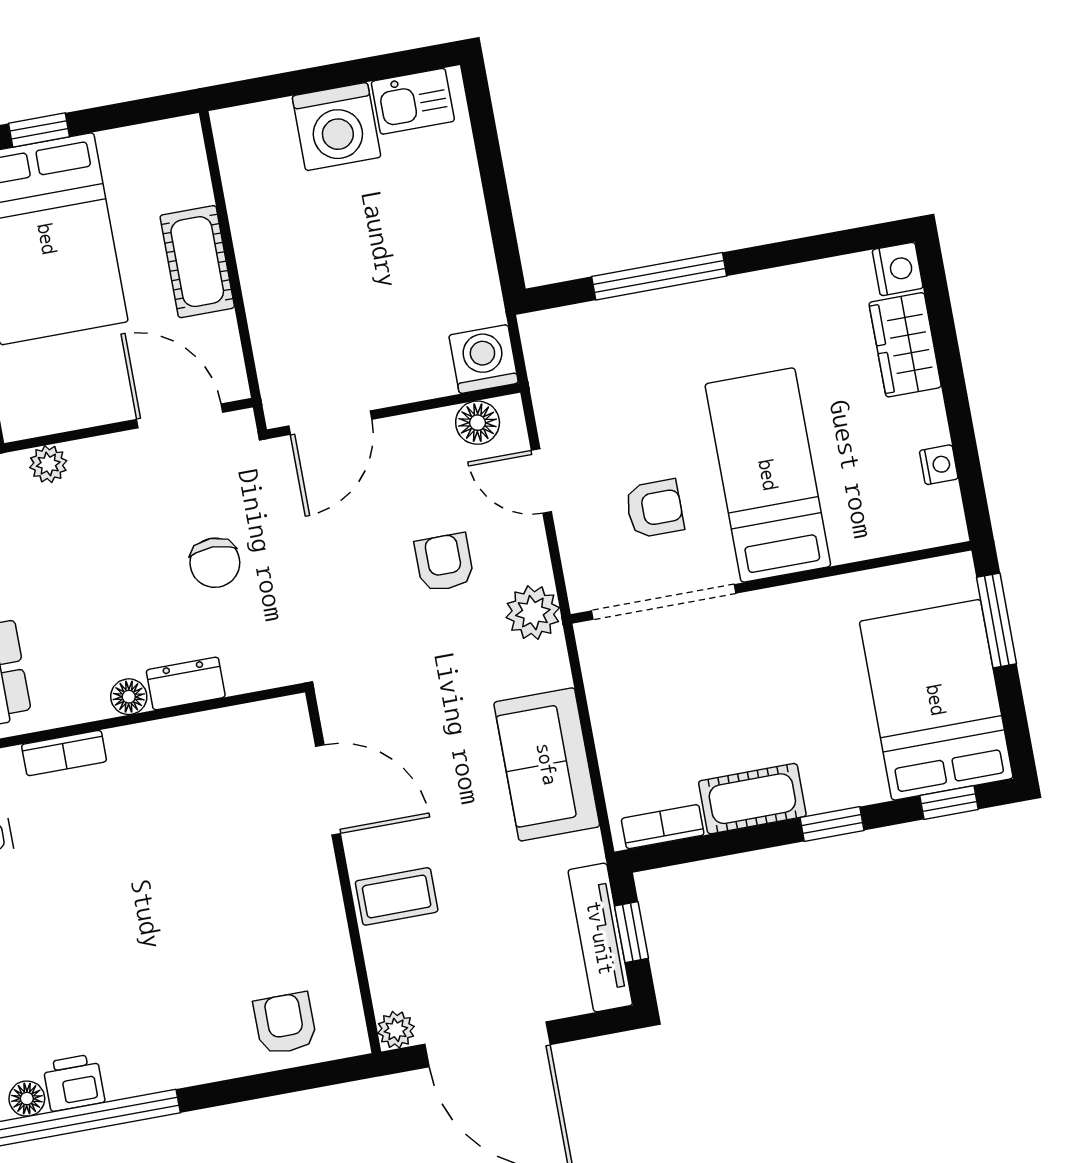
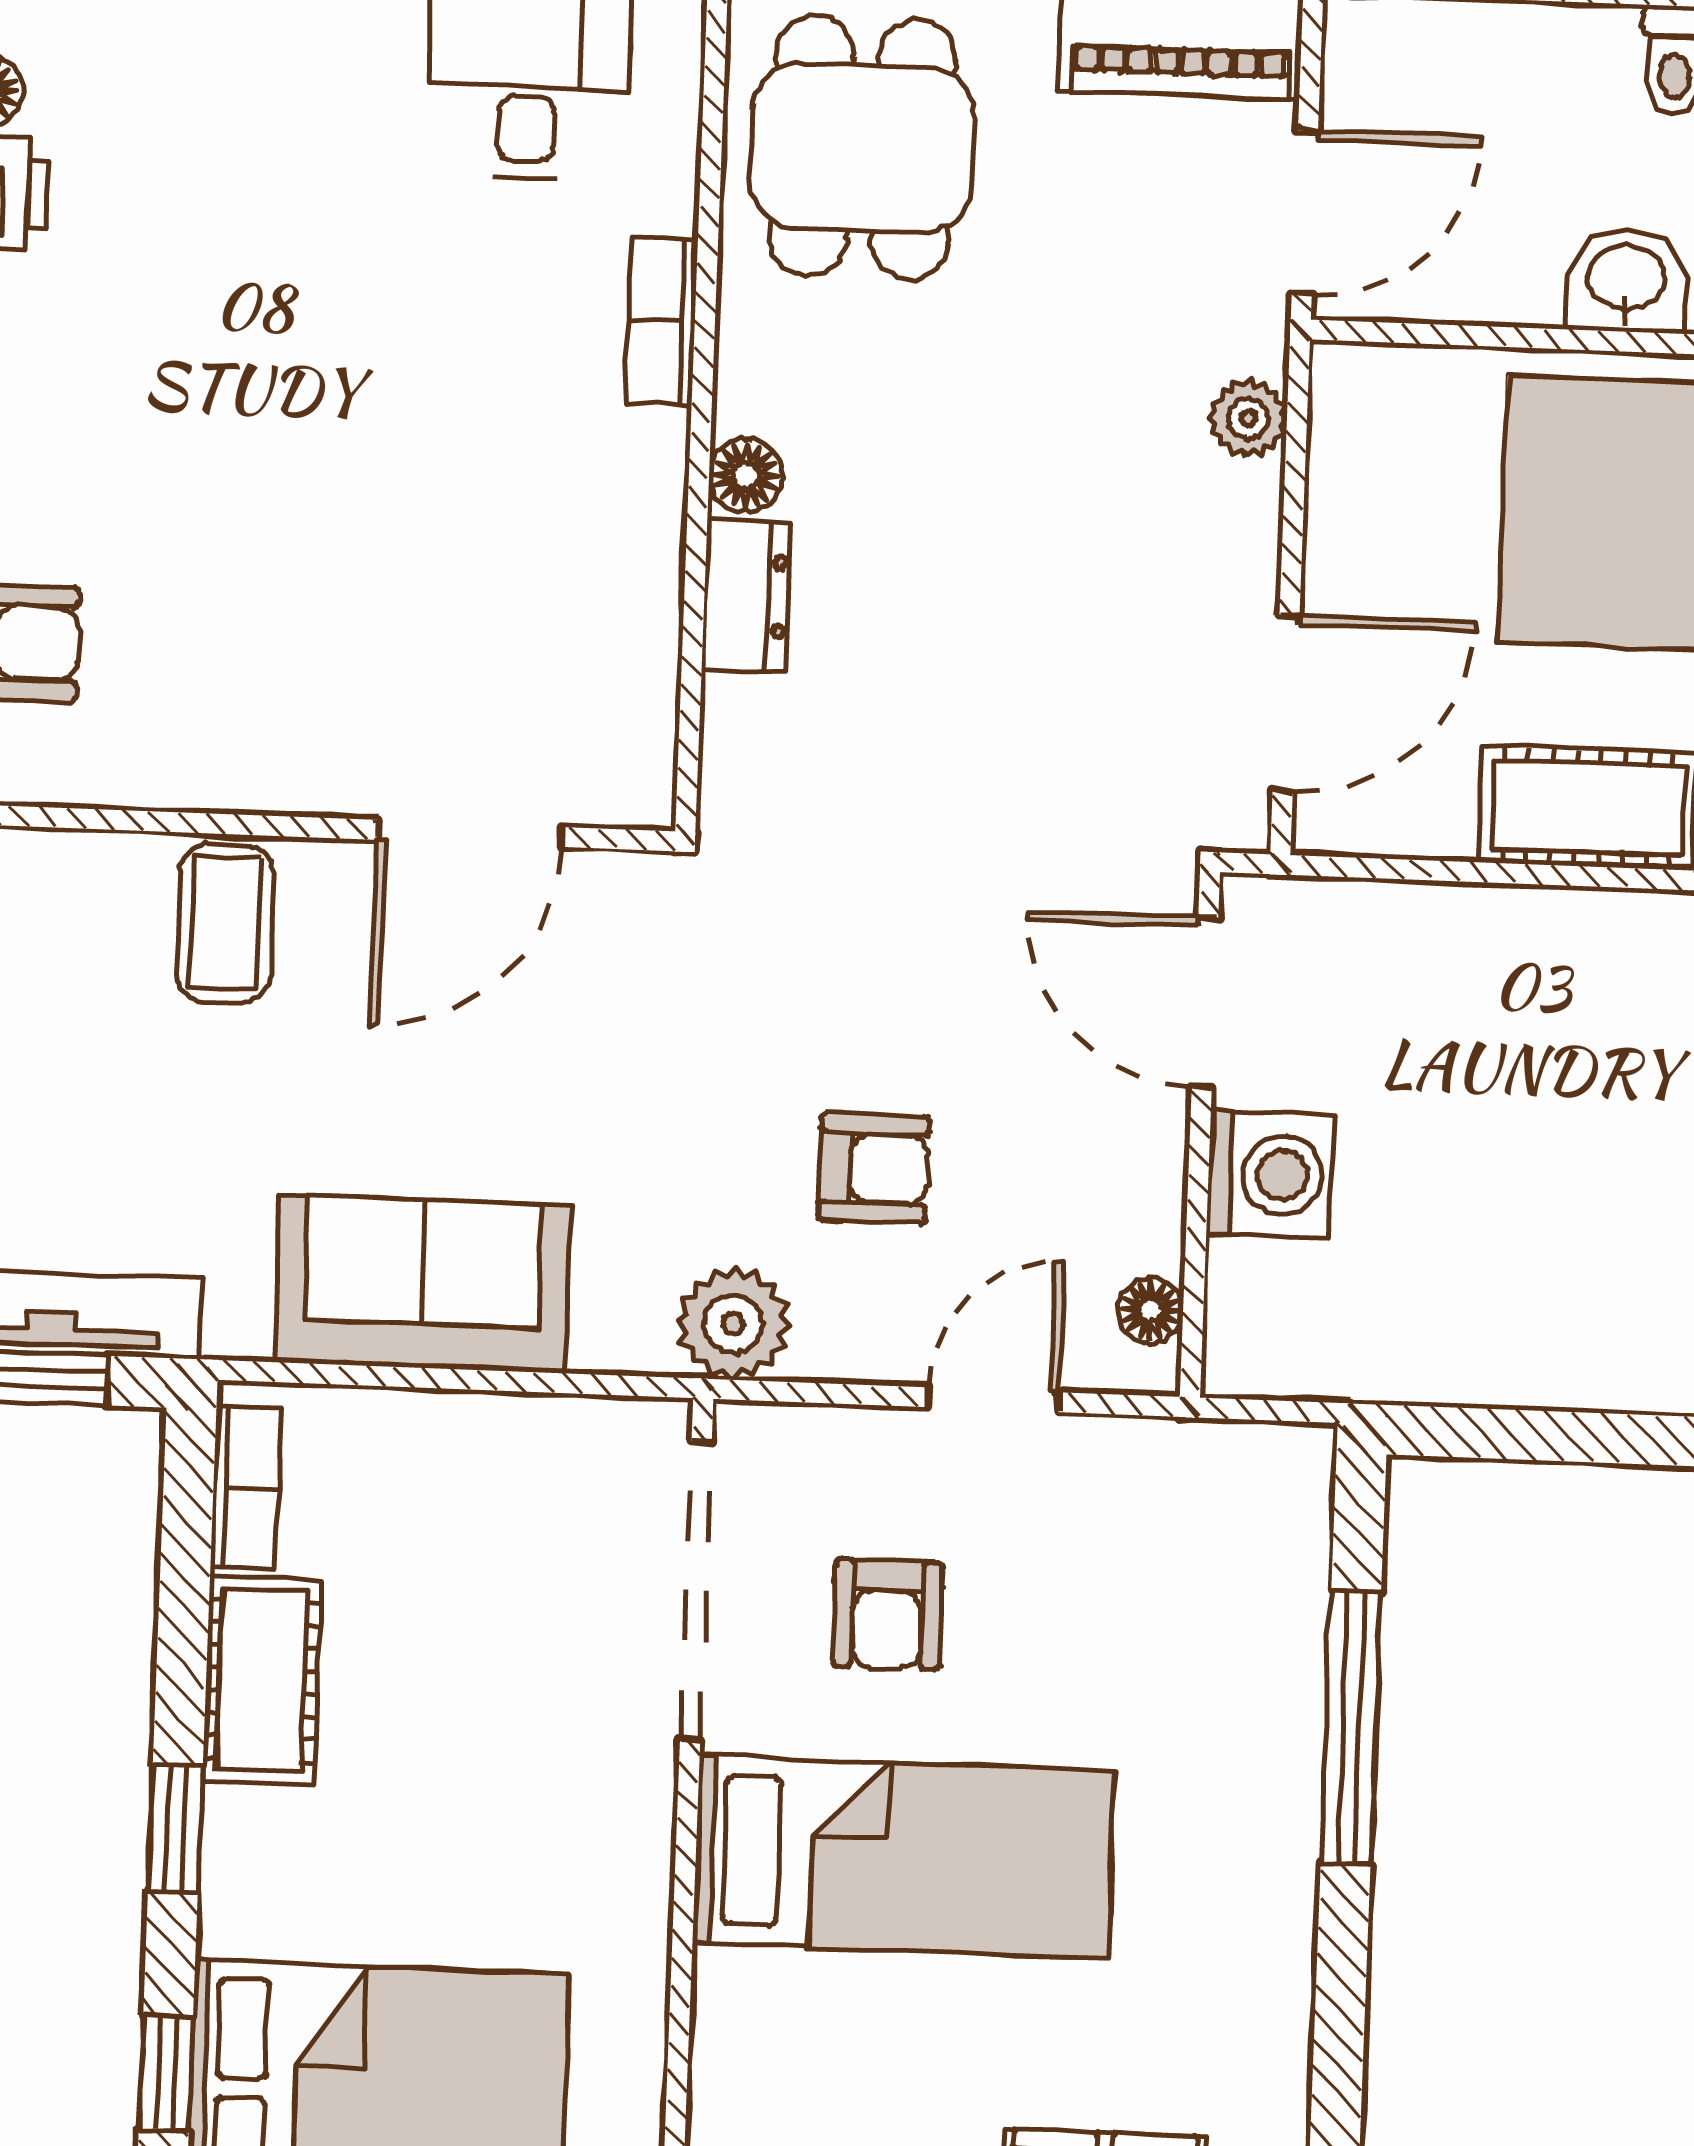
washing machine: (484, 359) -> (1270, 1175), moved
floor lamp: (478, 423) -> (1151, 1310), width x0.73, depth x0.73
chair: (215, 563) -> (976, 708), removed

